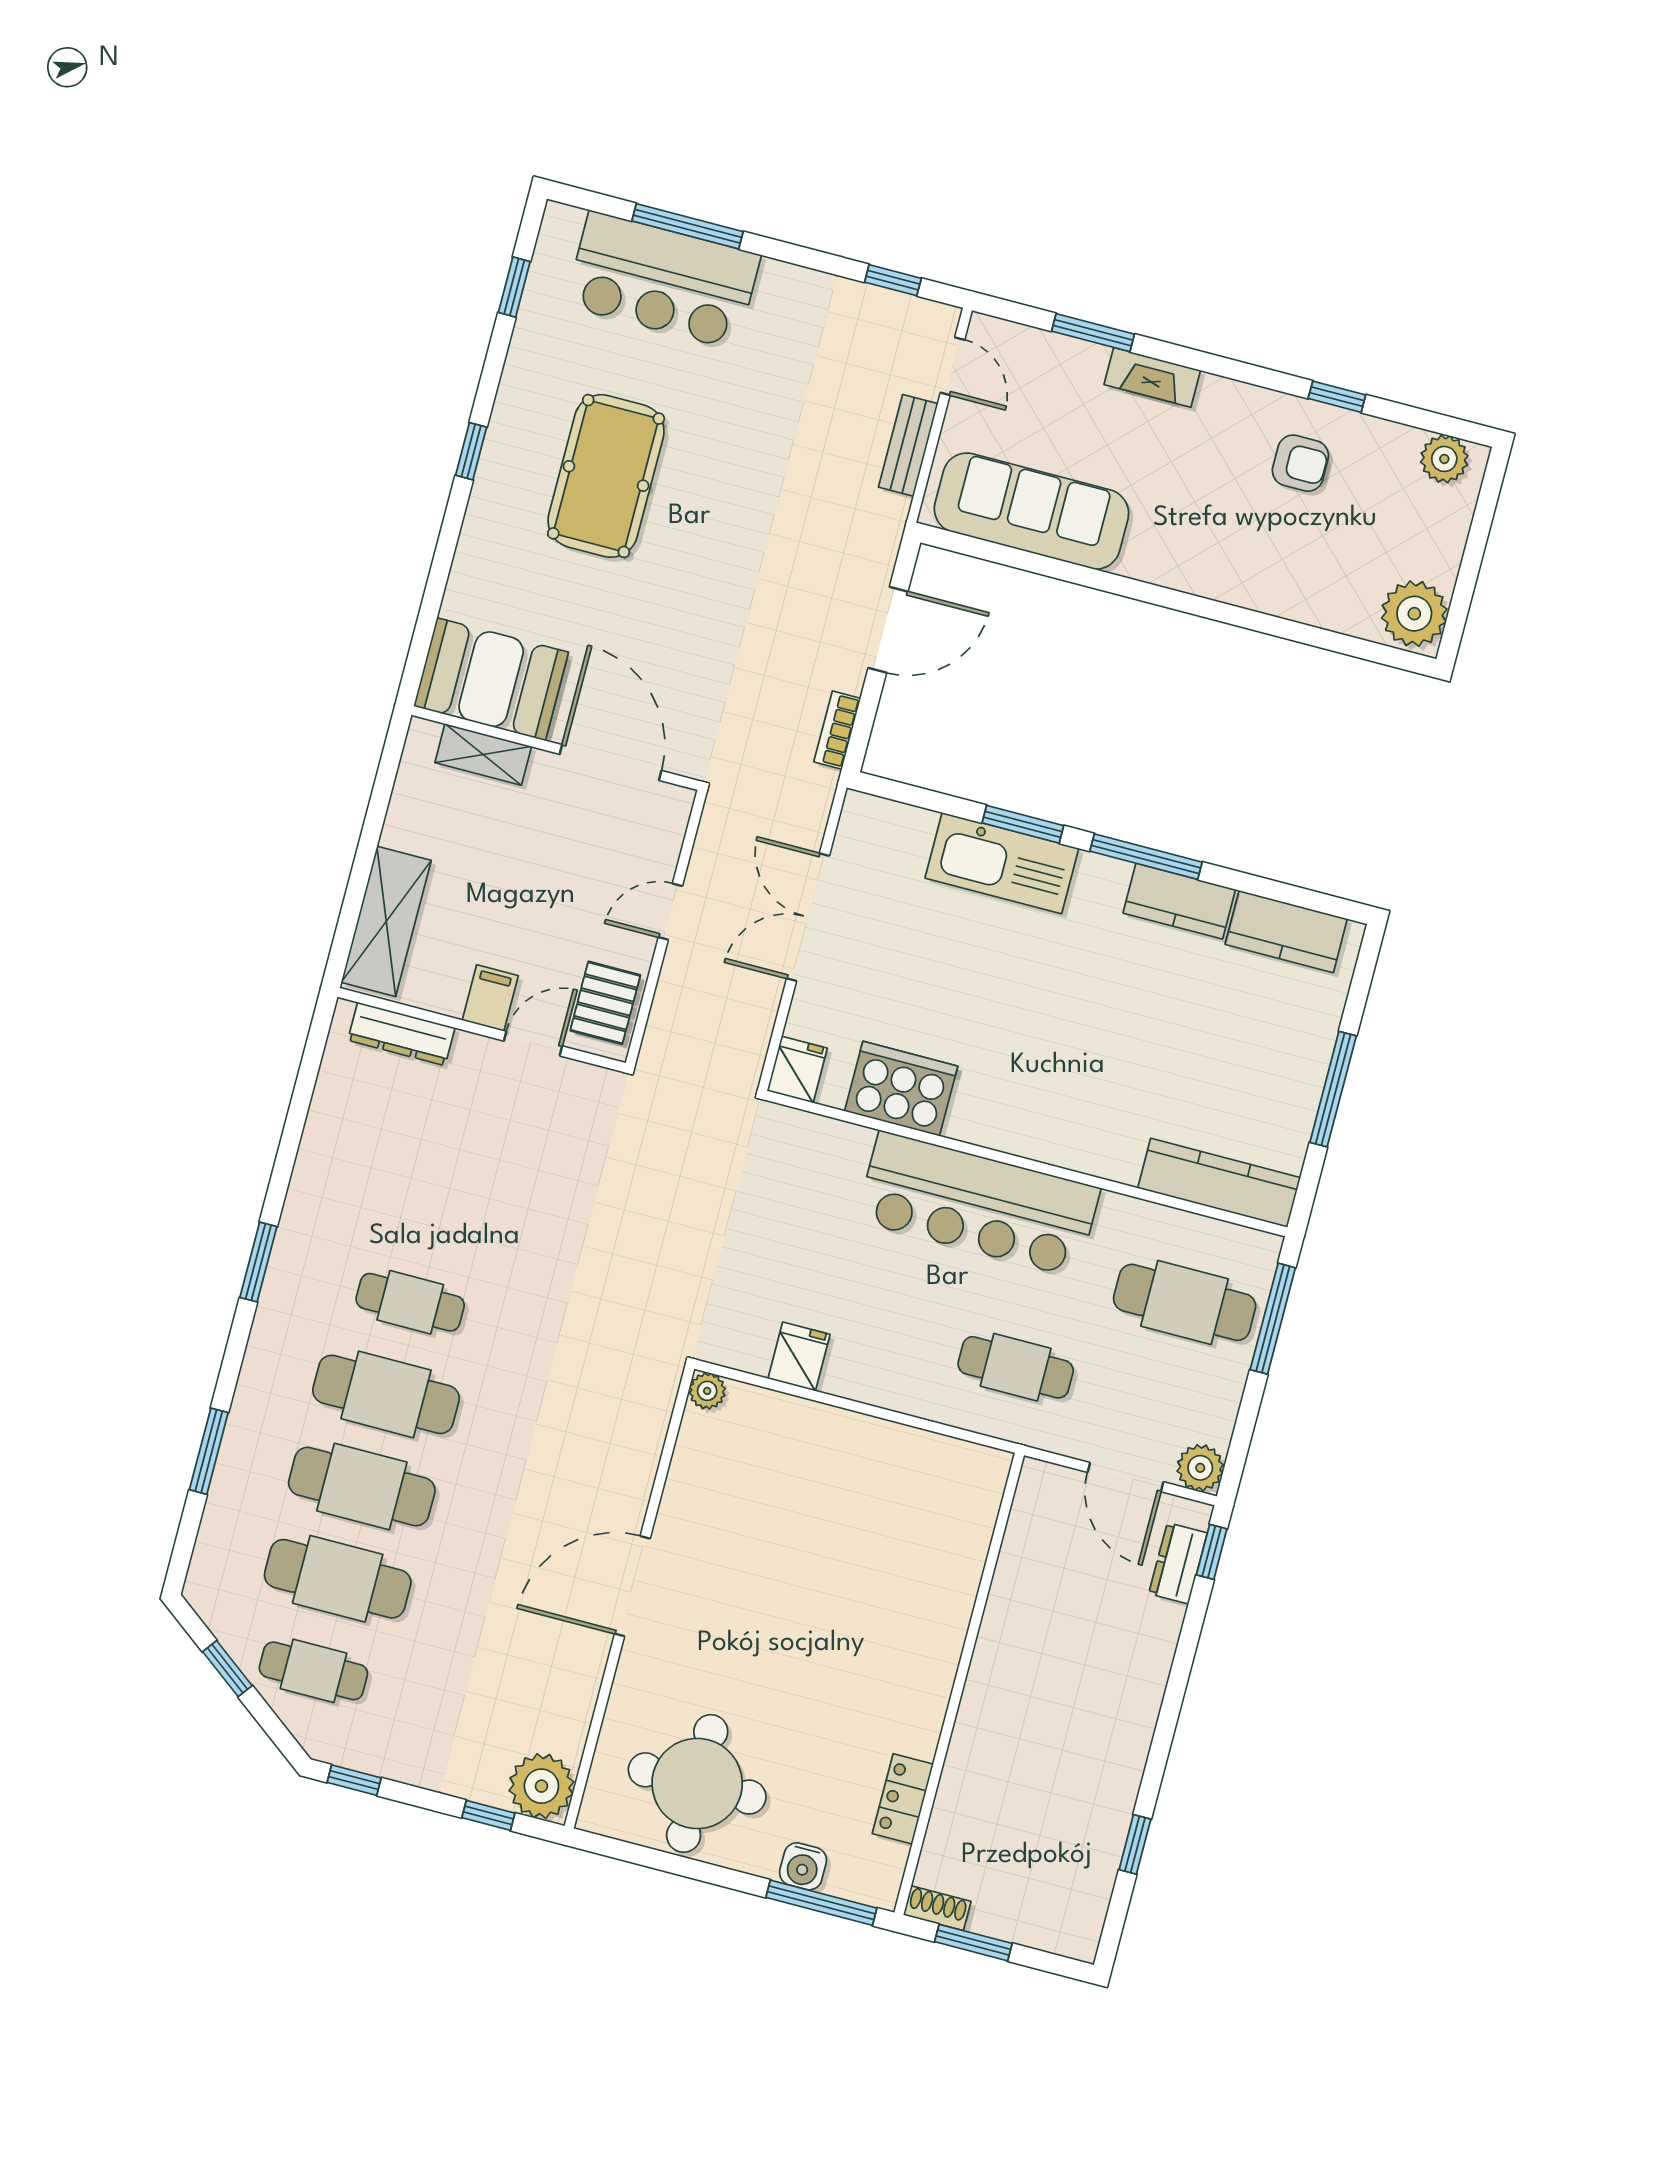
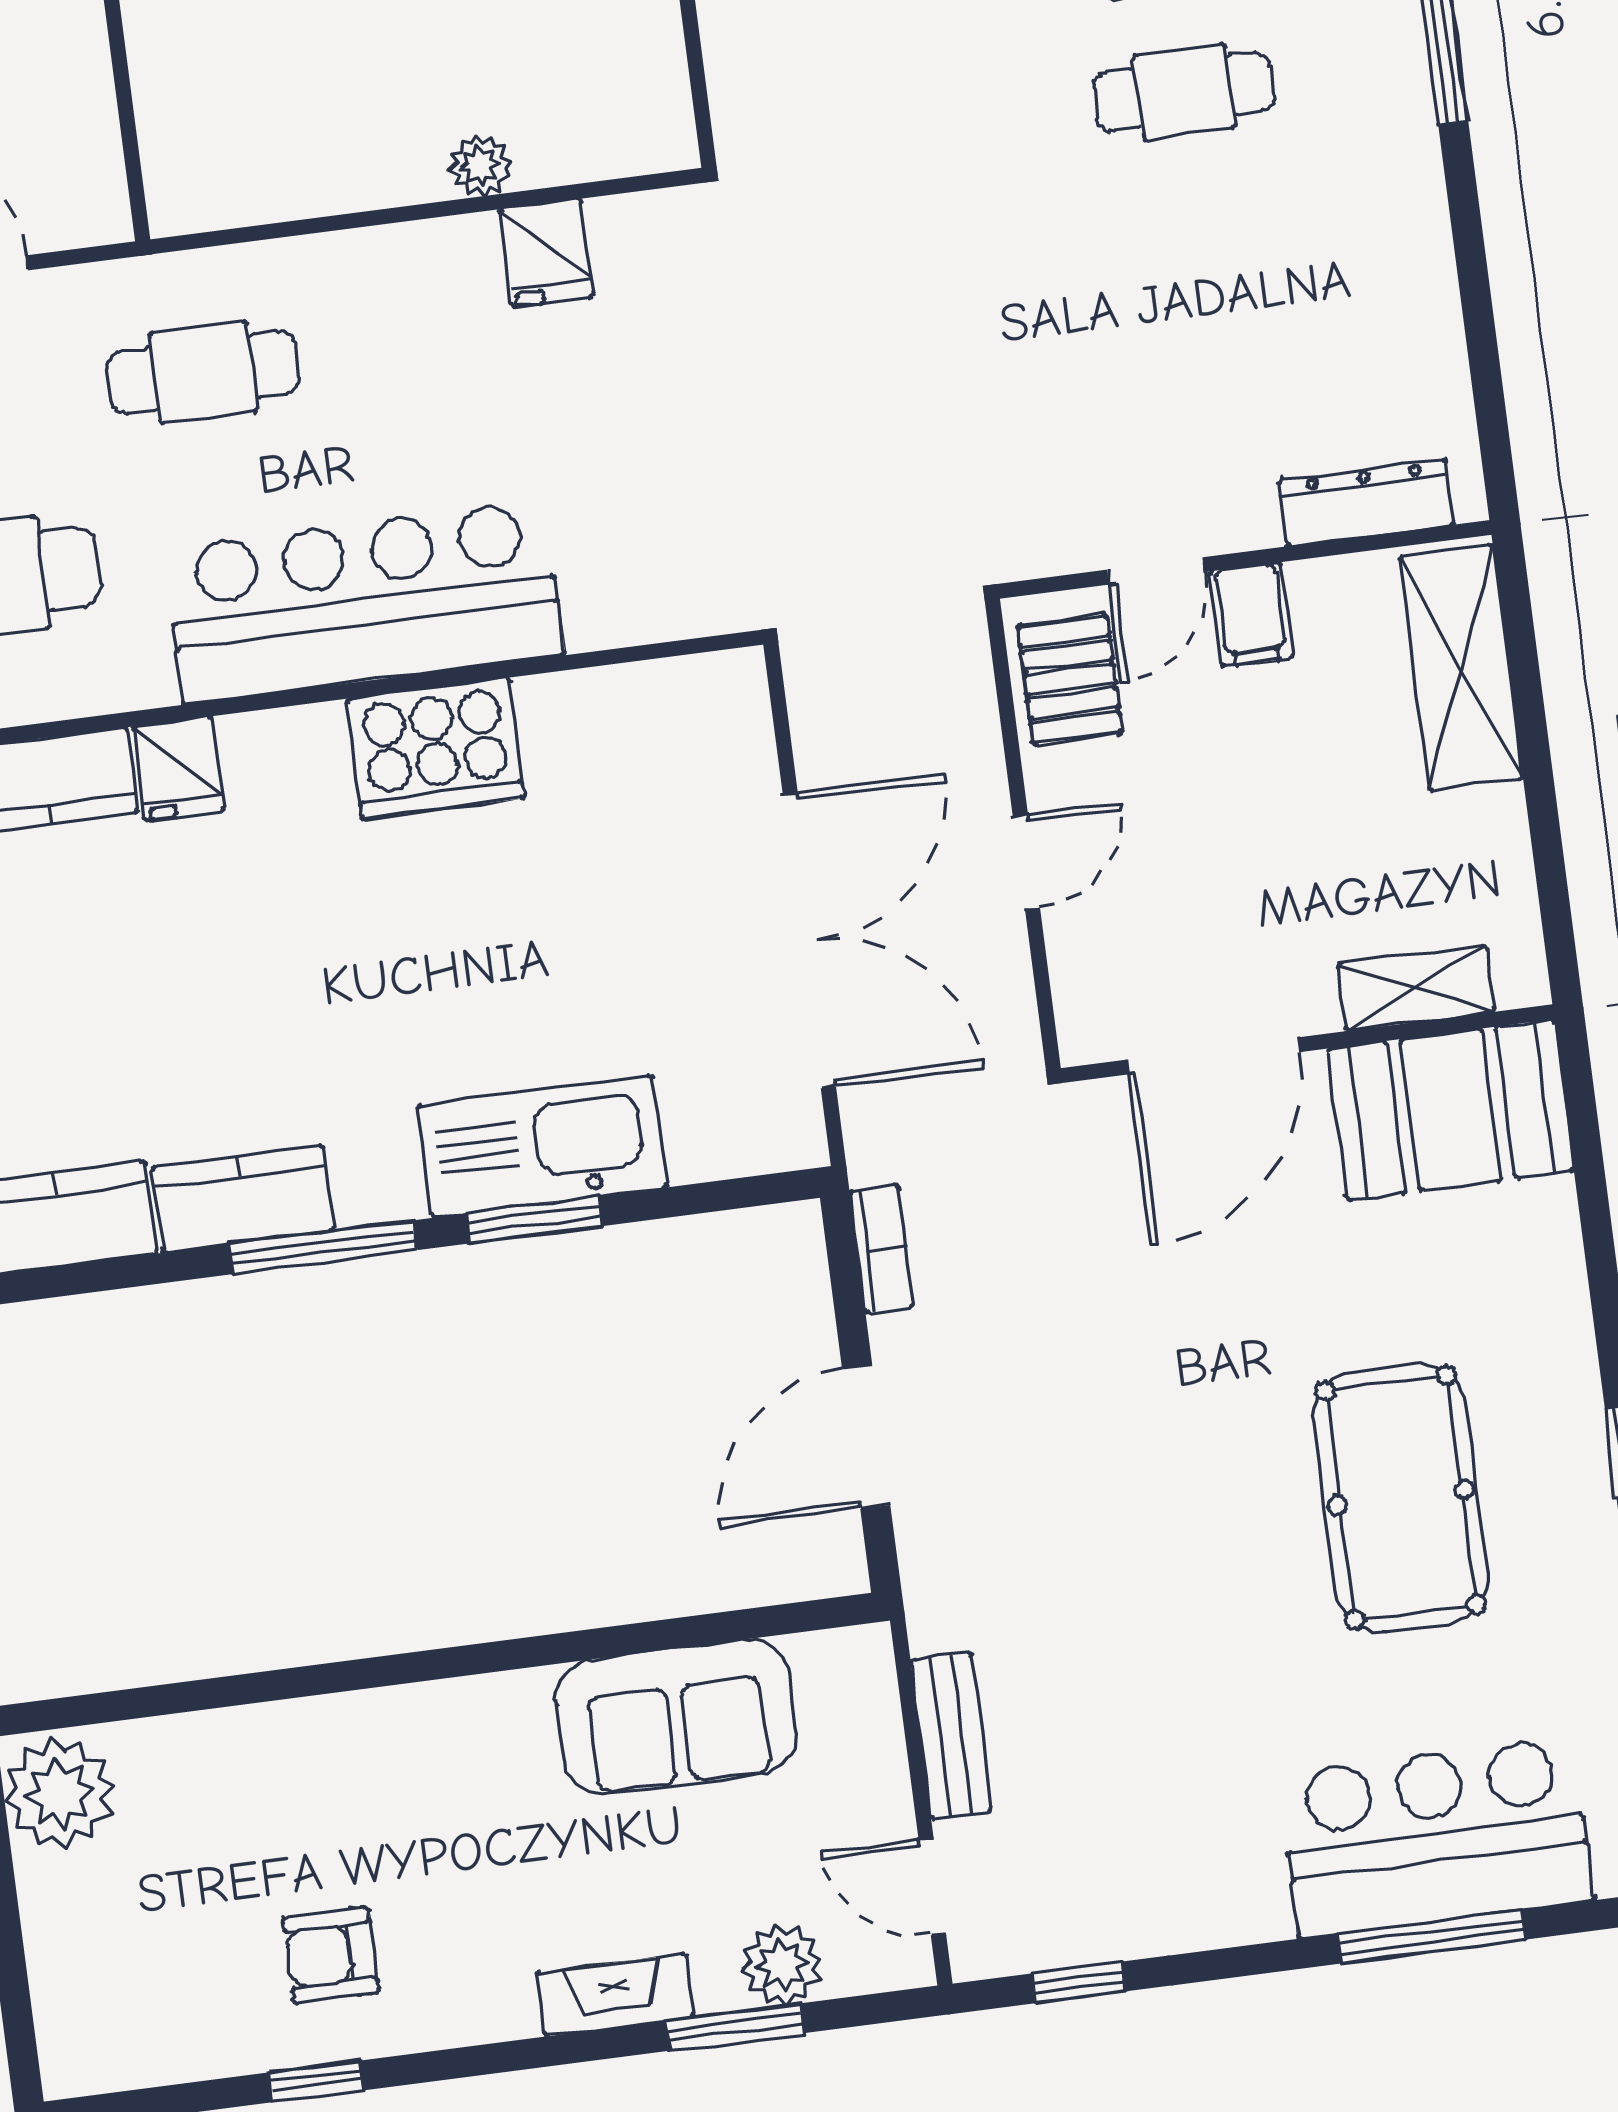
plant: (1444, 459) -> (782, 1965), moved
sofa: (1031, 511) -> (676, 1717), width x0.73
door: (610, 762) -> (1213, 1056), hinge flipped
double door: (808, 917) -> (809, 940), width x1.36
fridge: (797, 1070) -> (178, 768), moved
cooker: (901, 1089) -> (435, 748), moved
plant: (707, 1391) -> (480, 166), moved

